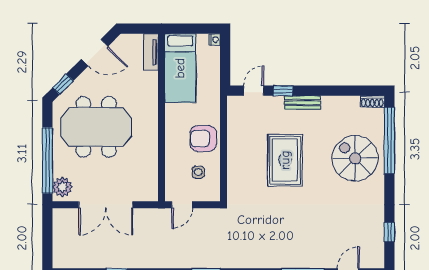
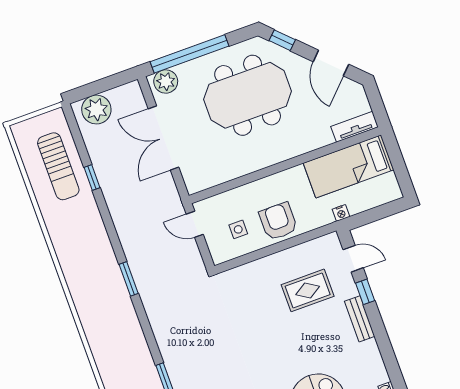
nightstand: (215, 40) -> (341, 213), moved
meeting table: (96, 127) -> (248, 95), turned 90
rug: (285, 160) -> (308, 290), moved, width x0.73, depth x0.70
plant: (65, 249) -> (96, 110), added

